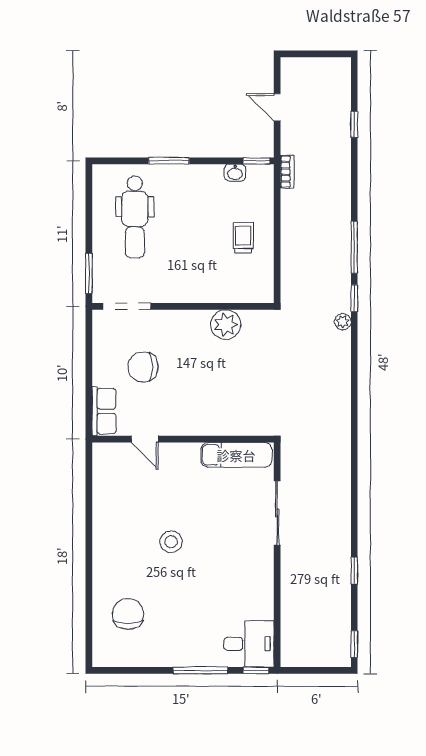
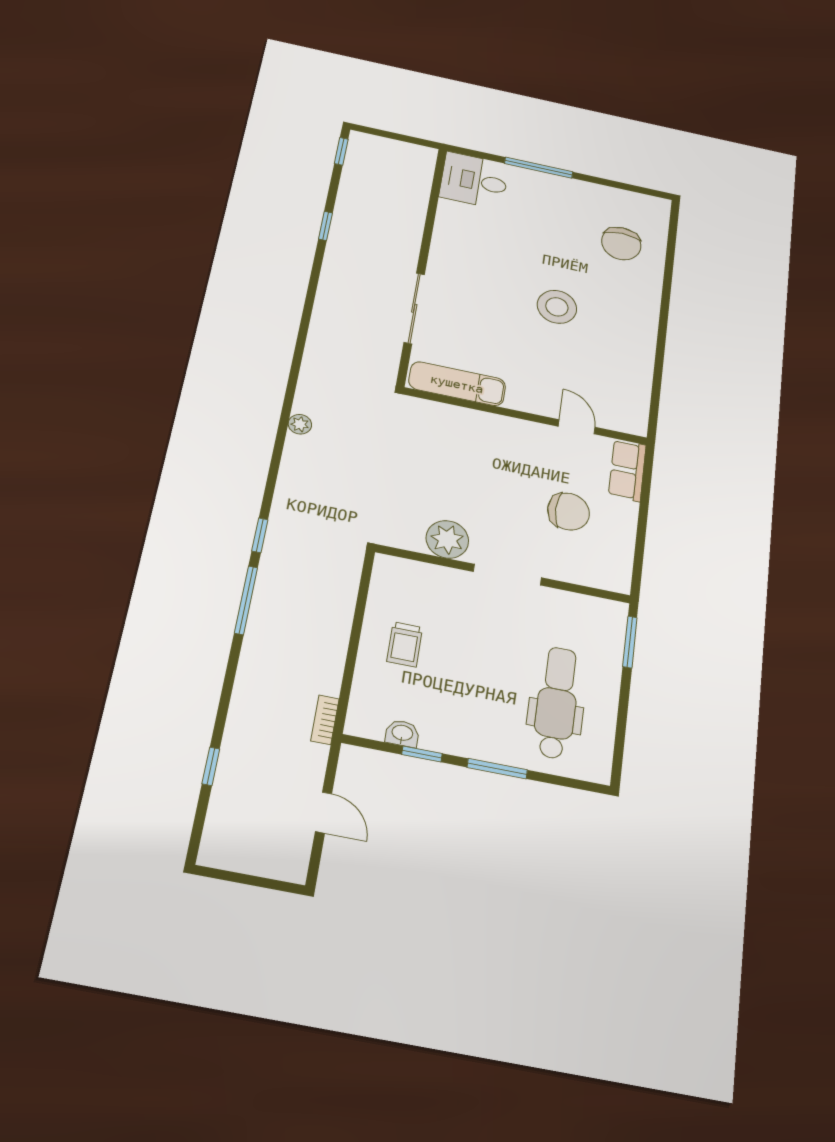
window: (256, 161) -> (422, 754), moved
doorway: (127, 306) -> (507, 575), moved
plant: (343, 322) -> (300, 424), moved
stool: (171, 542) -> (557, 307), width x1.38, depth x1.38
window: (256, 670) -> (470, 153), removed

